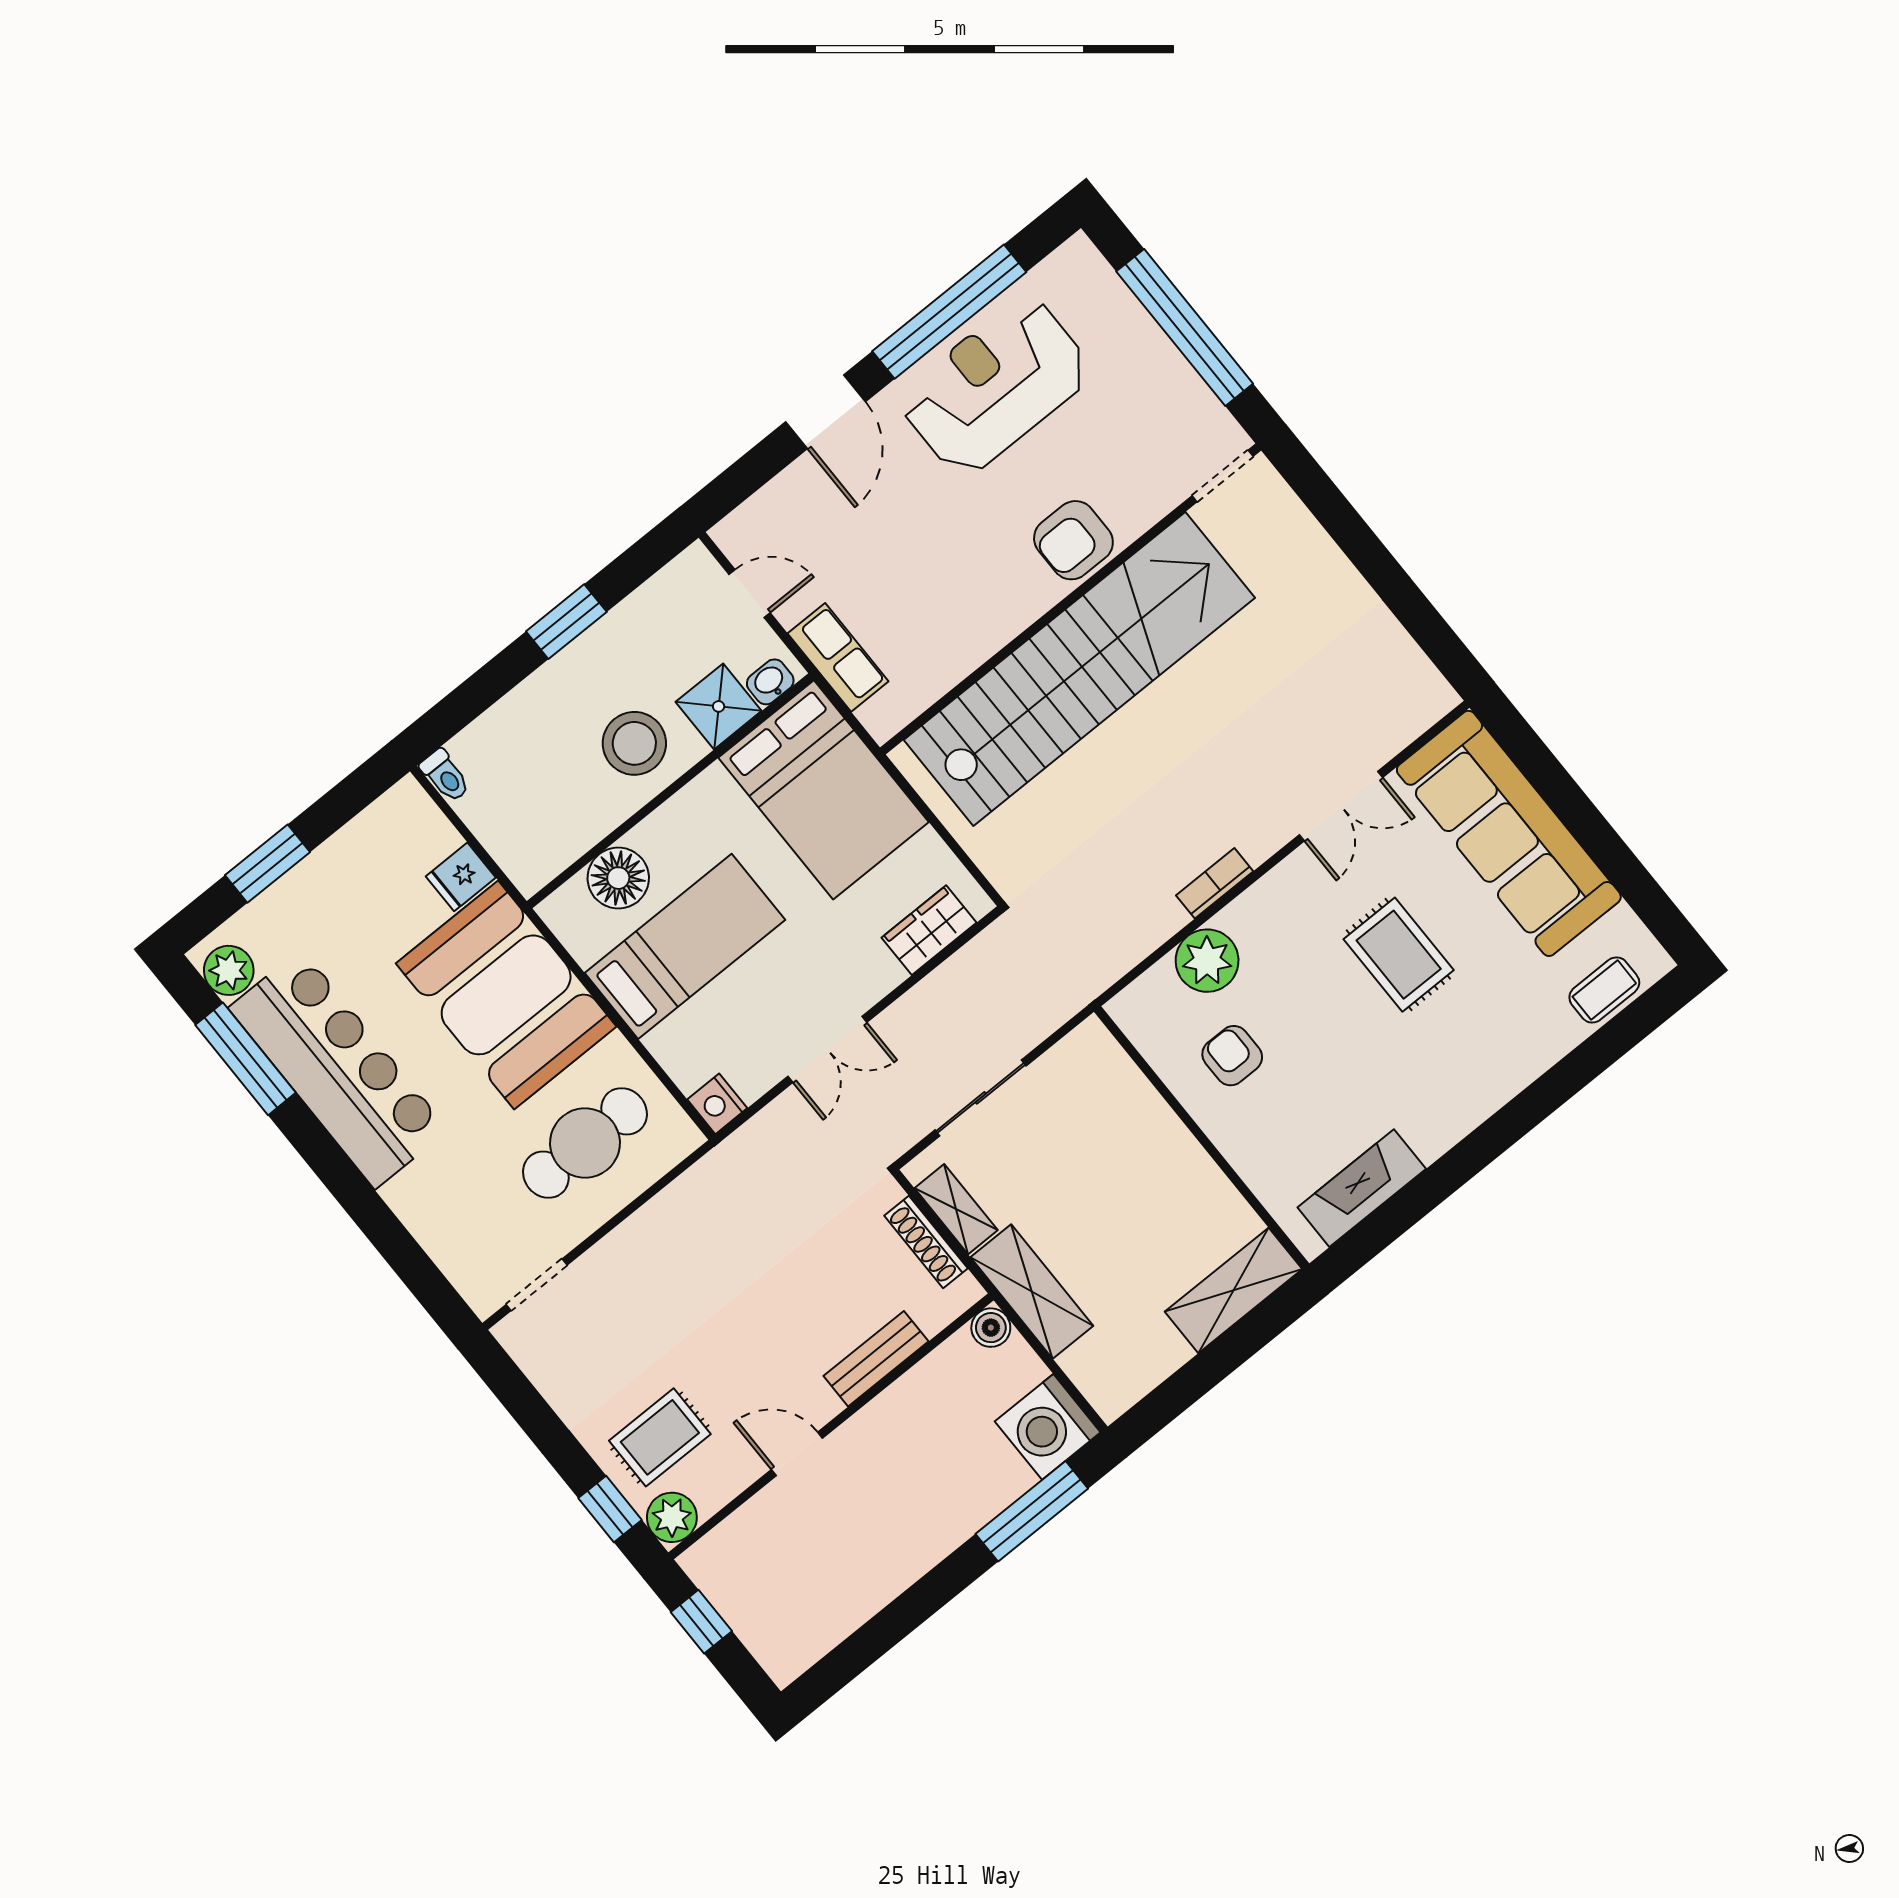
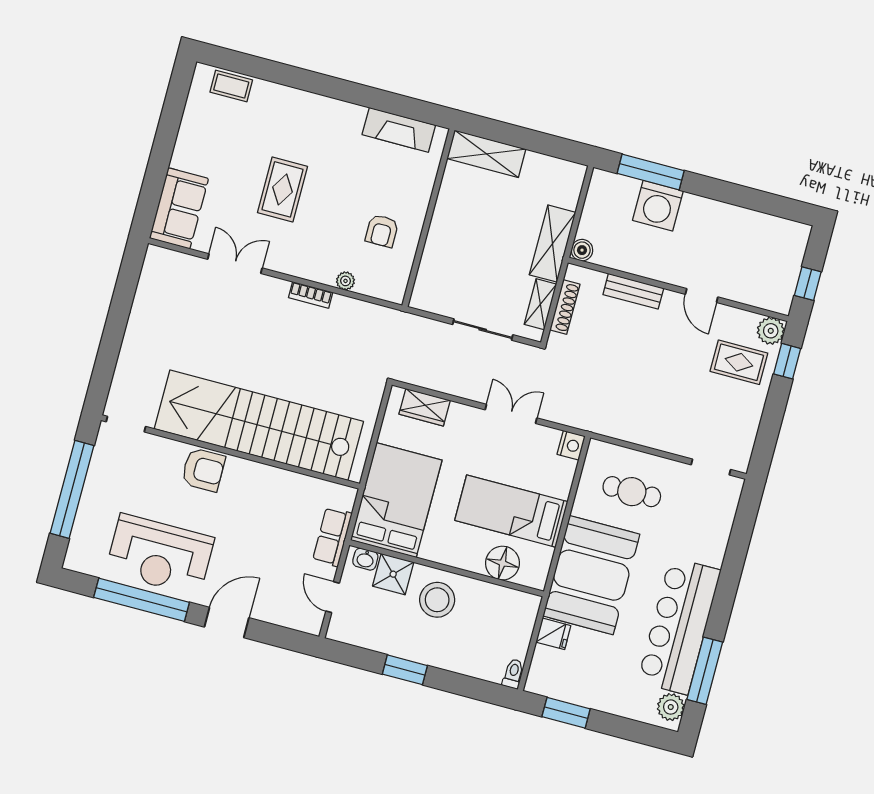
sofa: (1509, 833) -> (179, 208), width x0.54, depth x0.79
window: (268, 864) -> (566, 713), moved
plant: (1207, 961) -> (345, 281), width x0.53, depth x0.53
cafe table: (585, 1143) -> (632, 492), width x0.73, depth x0.74
washing machine: (1048, 1427) -> (658, 206), moved, turned 90

